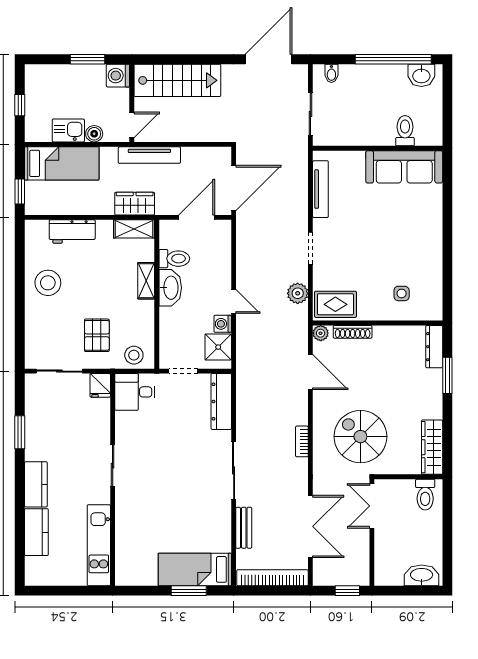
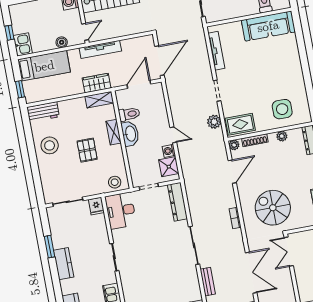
kitchen sink: (68, 130) -> (23, 44), moved, turned 90
workbench: (72, 232) -> (43, 112), moved
side table: (402, 293) -> (282, 109), width x1.87, depth x1.87
plant: (394, 333) -> (282, 136), added
pallet: (97, 335) -> (87, 150), moved
door: (310, 372) -> (232, 172), hinge flipped
desk: (135, 392) -> (121, 211), width x1.37
kitchen counter: (36, 484) -> (64, 264), moved

